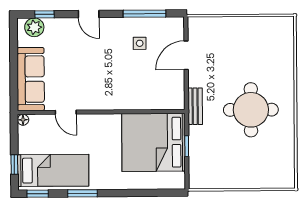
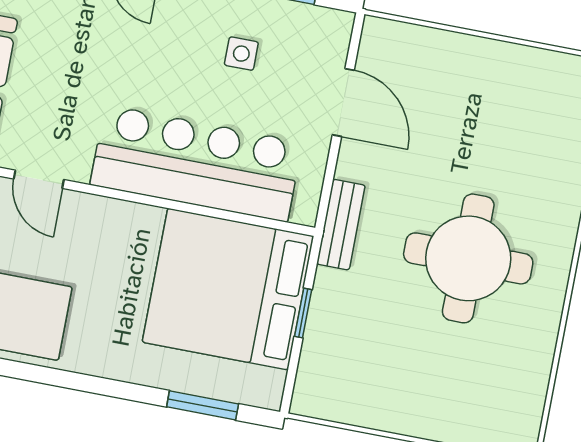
door: (186, 55) -> (343, 103), swing flipped
bar counter: (130, 93) -> (196, 163), added
window: (82, 193) -> (203, 405), moved

